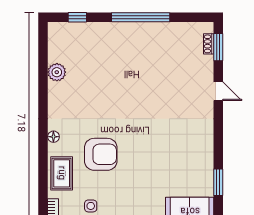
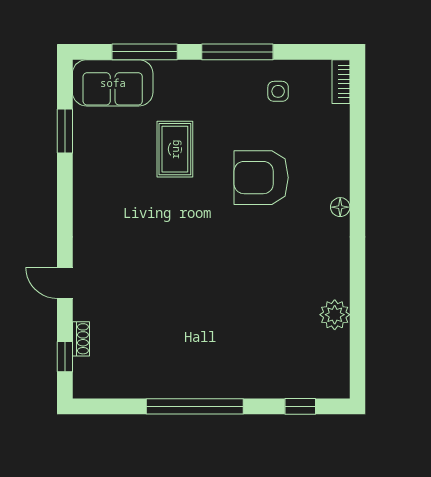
shoe rack: (209, 44) -> (81, 339), moved
window: (218, 47) -> (65, 357), width x0.67
rug: (62, 173) -> (175, 149), moved

